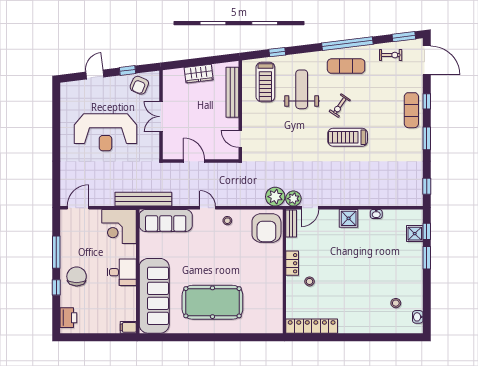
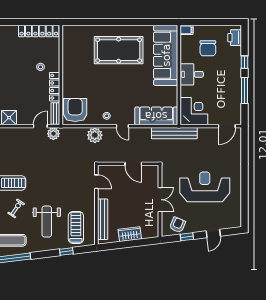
plant: (275, 197) -> (95, 135), moved
locker: (292, 263) -> (55, 87), width x1.53
chair: (77, 276) -> (208, 48), moved

